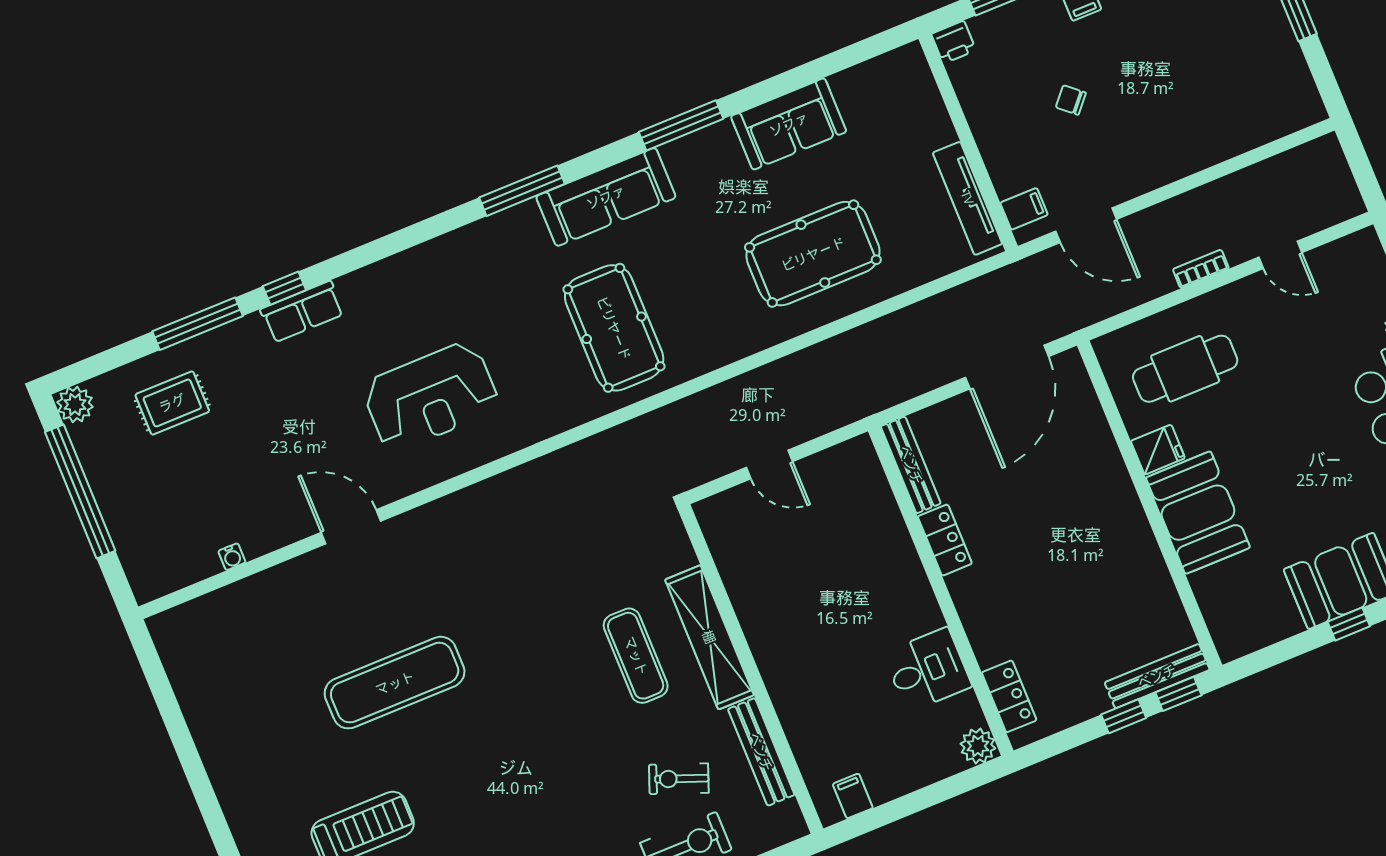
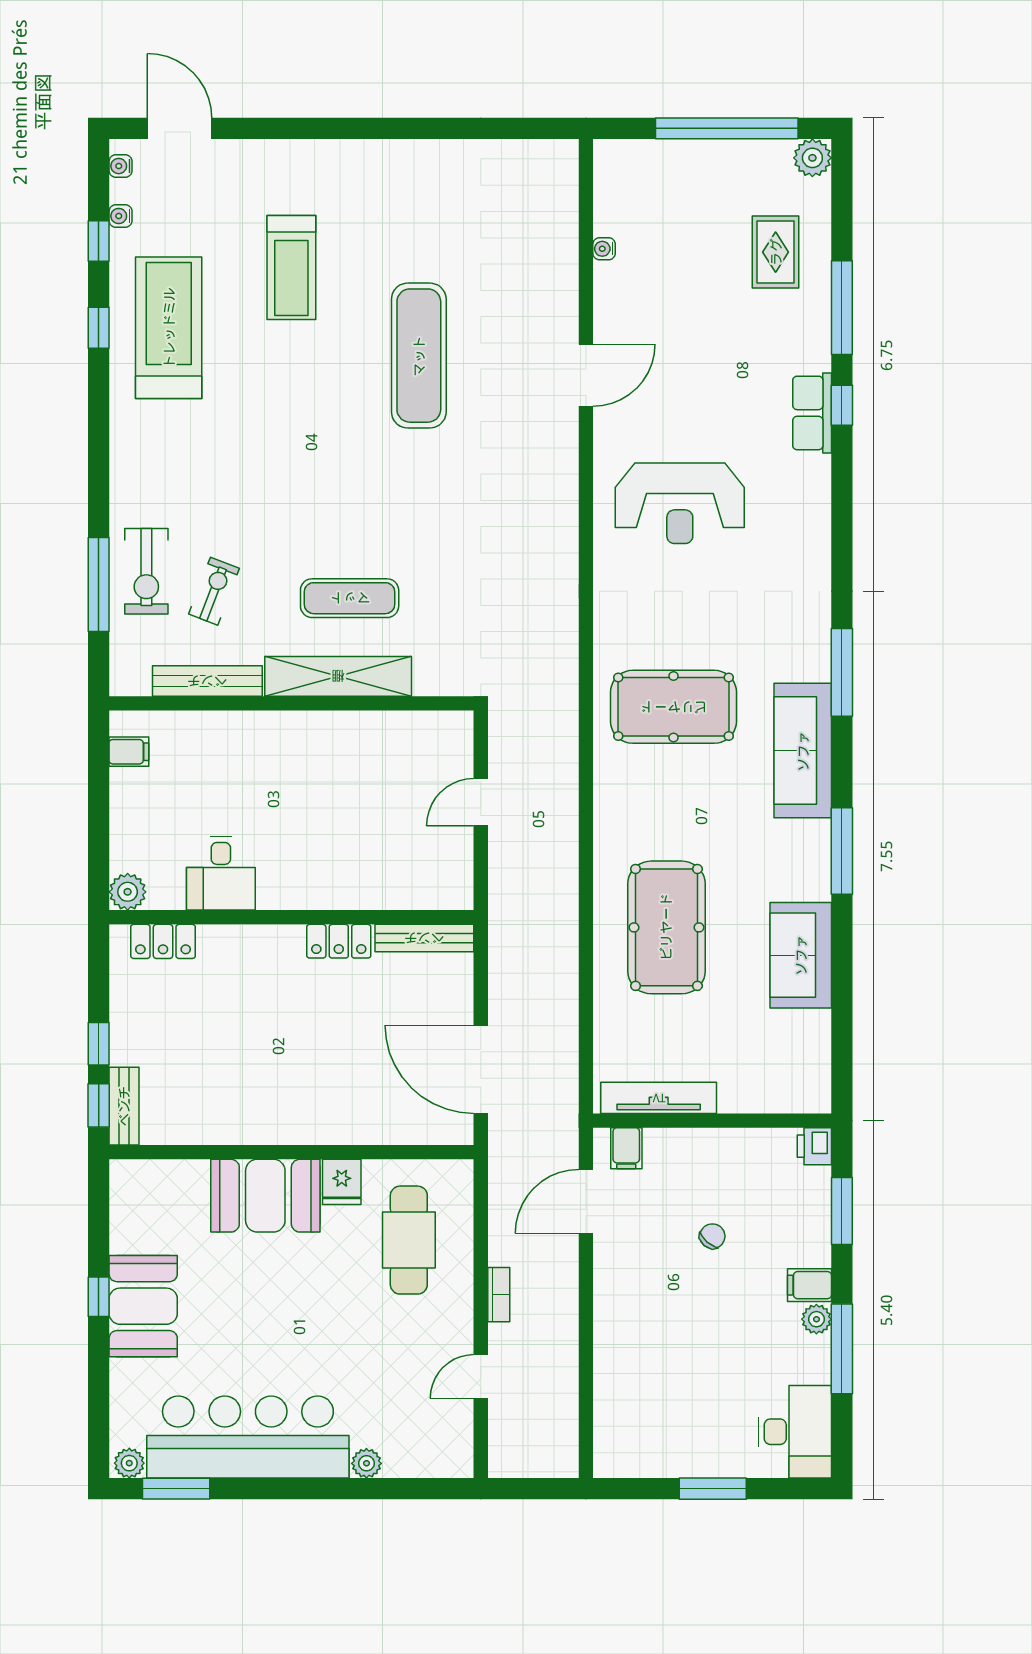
reception desk: (431, 396) -> (680, 503), turned -90
bench: (1157, 676) -> (124, 1106), width x0.73

